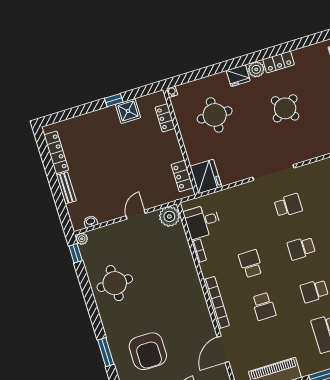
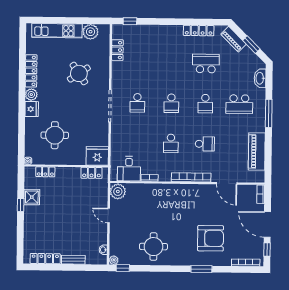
locker: (278, 62) -> (31, 71), width x1.53
round table: (285, 108) -> (79, 73), moved
school desk: (288, 205) -> (137, 103), turned 180
school desk: (251, 264) -> (171, 143), turned -90

